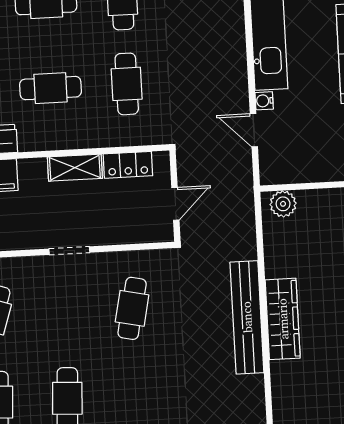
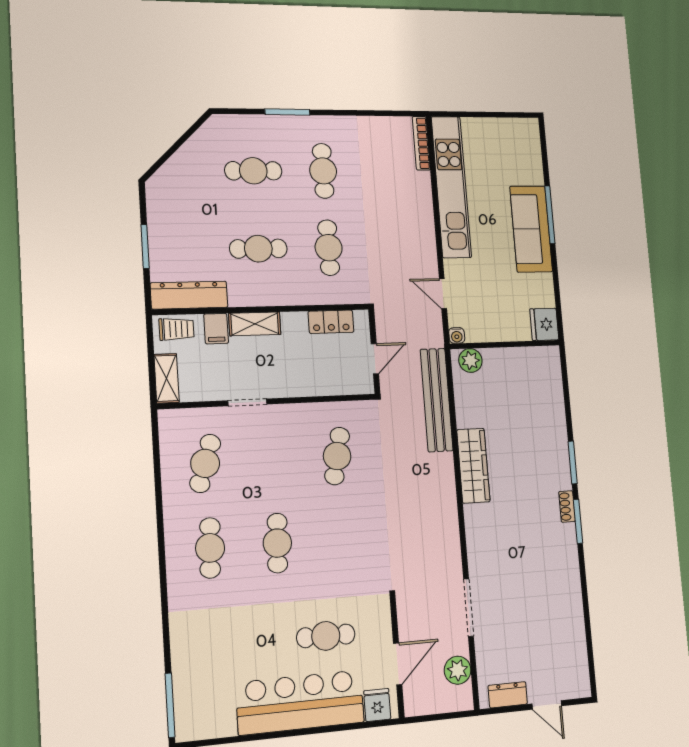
water cooler: (264, 101) -> (457, 335), moved, turned -90
shelving: (75, 168) -> (255, 324), moved
doorway: (69, 251) -> (247, 402), moved
bench: (247, 317) -> (437, 400), moved

